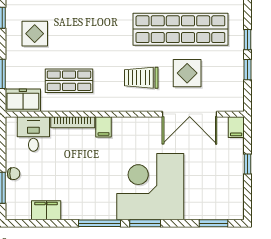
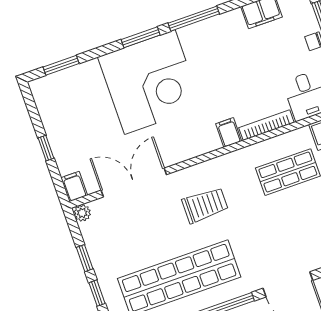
display table: (187, 73) -> (153, 229), removed
plant: (237, 105) -> (82, 213), added

